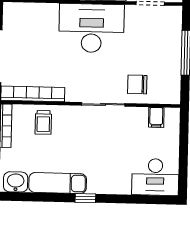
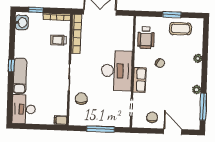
filing cabinet: (156, 117) -> (60, 120), moved
exam couch: (58, 183) -> (20, 76), moved

